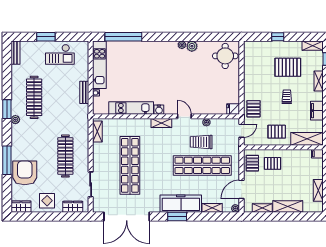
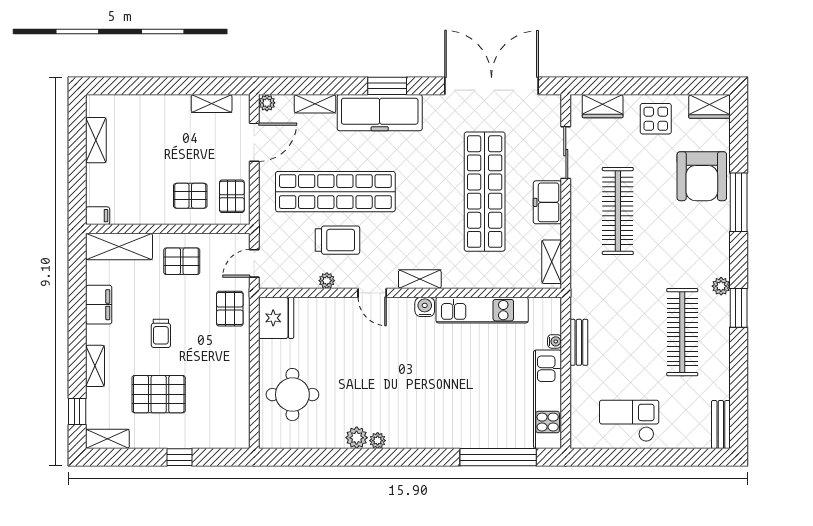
window: (46, 37) -> (658, 457), removed
round table: (225, 56) -> (292, 395), moved
fridge: (233, 109) -> (276, 318), width x1.88, depth x1.34
freezer: (99, 160) -> (547, 202), added
shelving: (288, 206) -> (159, 107), removed

